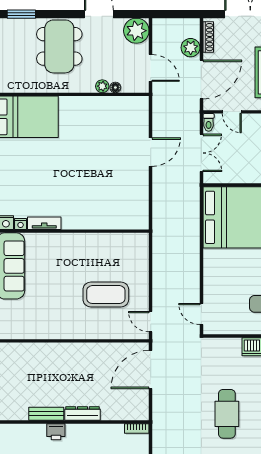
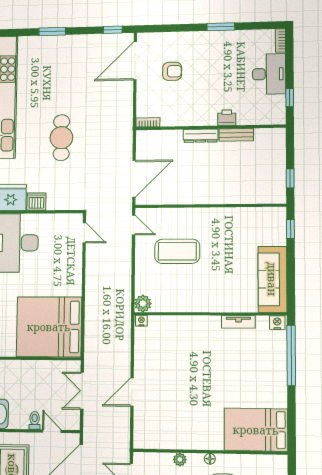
floor lamp: (115, 87) -> (210, 459), moved
toilet: (209, 122) -> (35, 420), moved
nightstand: (21, 224) -> (141, 321), moved
plant: (140, 241) -> (143, 304), added

